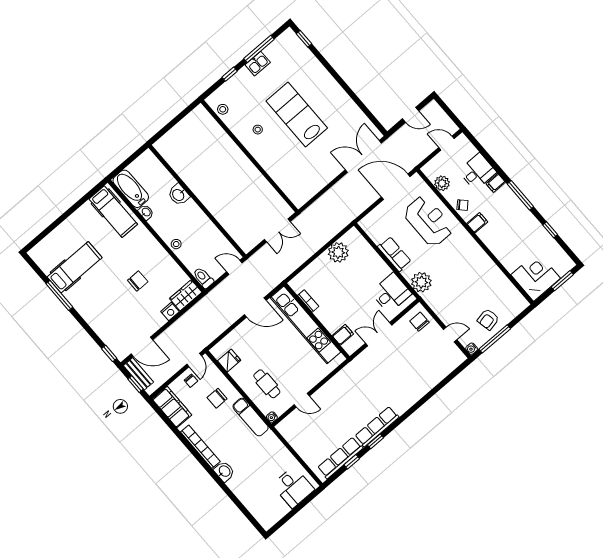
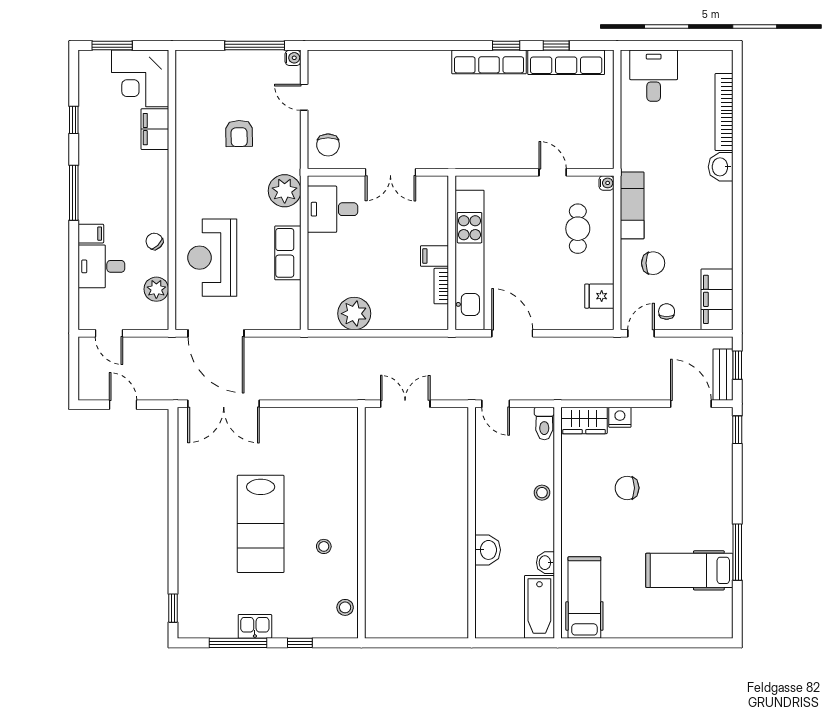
filing cabinet: (477, 223) -> (155, 129), moved, width x2.00
armchair: (488, 319) -> (239, 133), moved, turned 101
filing cabinet: (343, 335) -> (435, 256), moved
bookcase: (200, 447) -> (724, 112), moved

